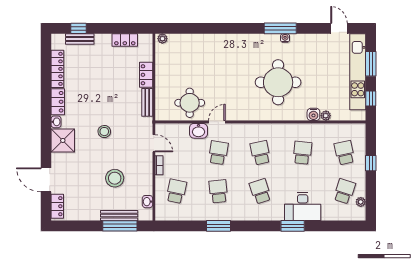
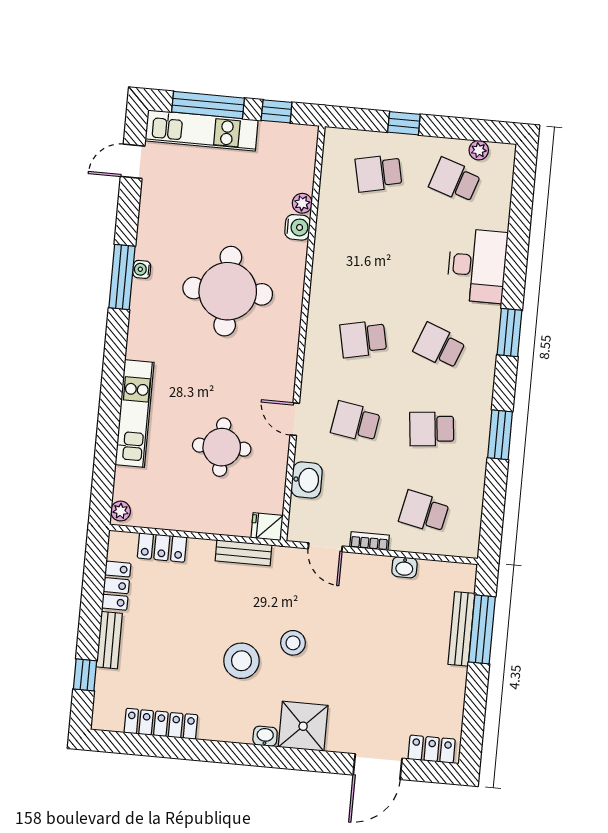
bench: (80, 39) -> (109, 640), moved
kitchen unit: (212, 41) -> (135, 414), added
window: (371, 64) -> (208, 105), width x1.44
kitchen unit: (358, 72) -> (202, 130), width x0.73
locker: (146, 75) -> (162, 547), moved
locker: (58, 102) -> (226, 729), removed
round table: (190, 103) -> (222, 447), moved
fridge: (162, 113) -> (267, 527), added
washbasin: (198, 131) -> (307, 480), moved
door: (154, 143) -> (325, 547), swing flipped
school desk: (302, 153) -> (371, 256), removed
stool: (115, 178) -> (241, 661), moved
school desk: (260, 191) -> (439, 346), turned 39
washbasin: (147, 202) -> (404, 567), moved
window: (293, 226) -> (509, 332), moved

